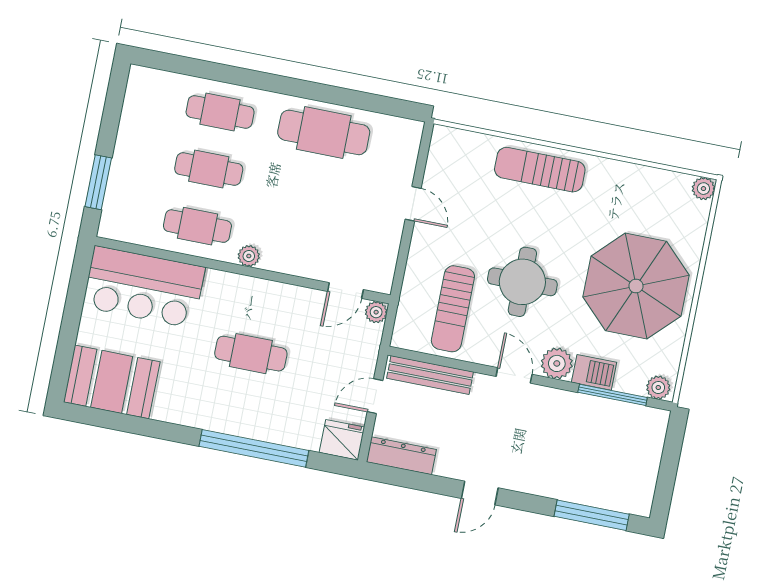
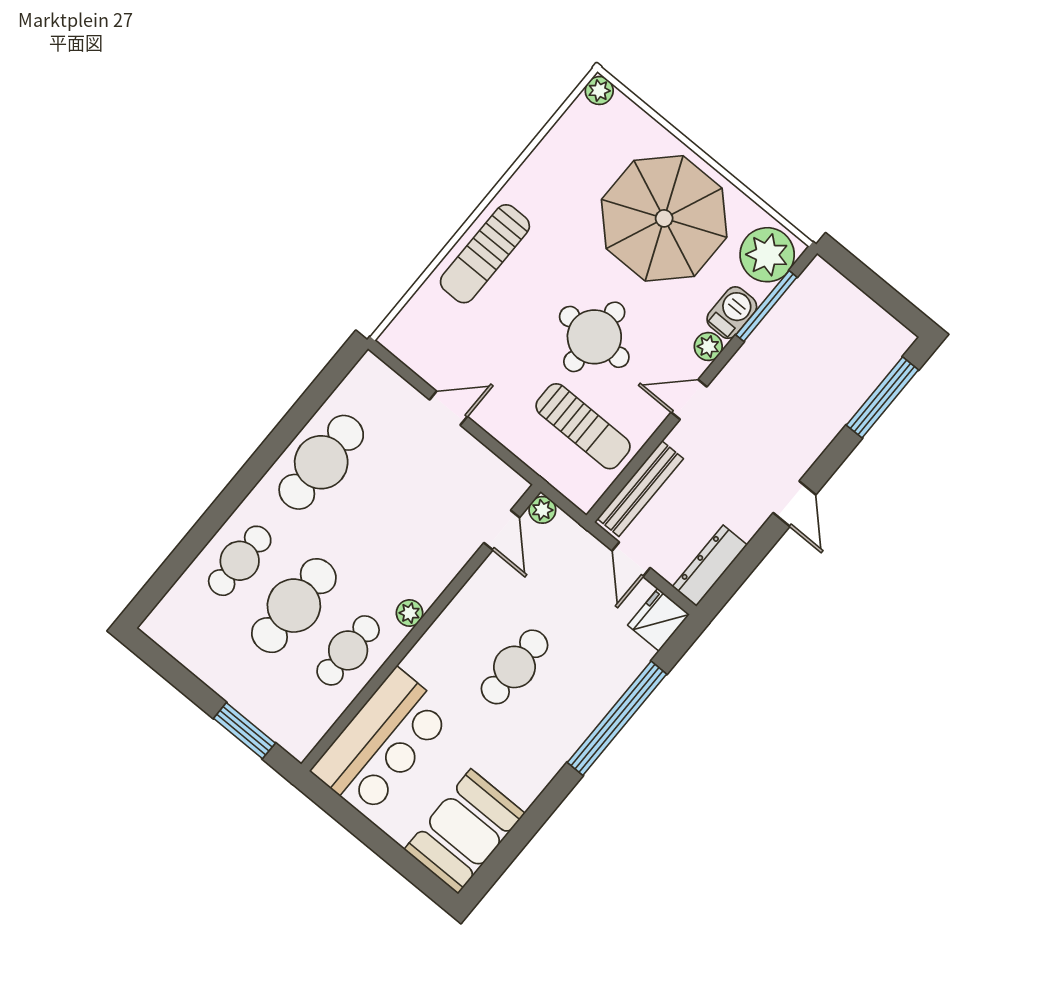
cafe table: (209, 169) -> (294, 606), width x1.37, depth x1.35
plant: (557, 363) -> (708, 346), width x0.73, depth x0.73
plant: (658, 388) -> (767, 255), width x1.87, depth x1.87

